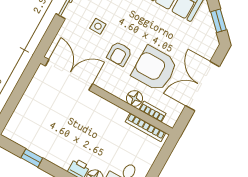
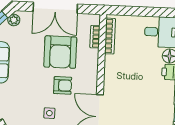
plant: (211, 38) -> (14, 20), added
floor lamp: (135, 98) -> (92, 56), removed

